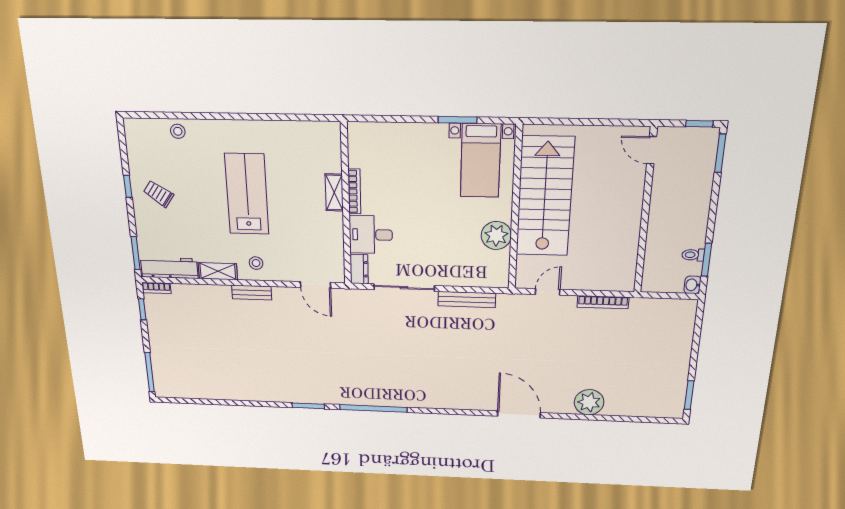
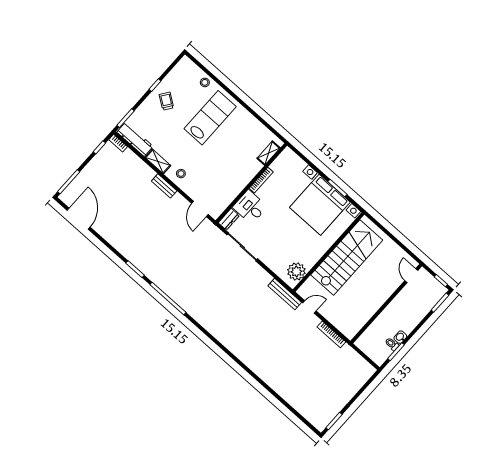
bed with nightstands: (481, 161) -> (320, 205), width x1.85
shelving: (334, 193) -> (269, 153), moved
lab bench: (247, 194) -> (210, 118), moved
plant: (496, 235) -> (296, 272), moved
washbasin: (692, 285) -> (400, 337), moved
bench: (467, 300) -> (285, 294), moved
plant: (589, 402) -> (281, 385), removed
door: (519, 414) -> (79, 219), moved

